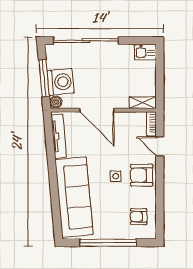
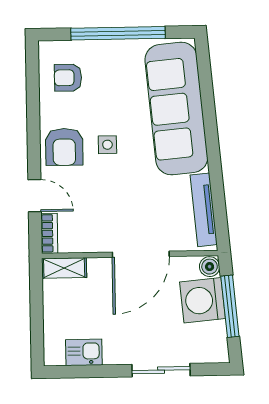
sliding door: (86, 41) -> (161, 370), width x0.54
kitchen sink: (145, 52) -> (84, 352), moved
door: (97, 110) -> (141, 254), swing flipped
armchair: (142, 175) -> (64, 147), turned 90
armchair: (139, 217) -> (68, 78), turned 180

